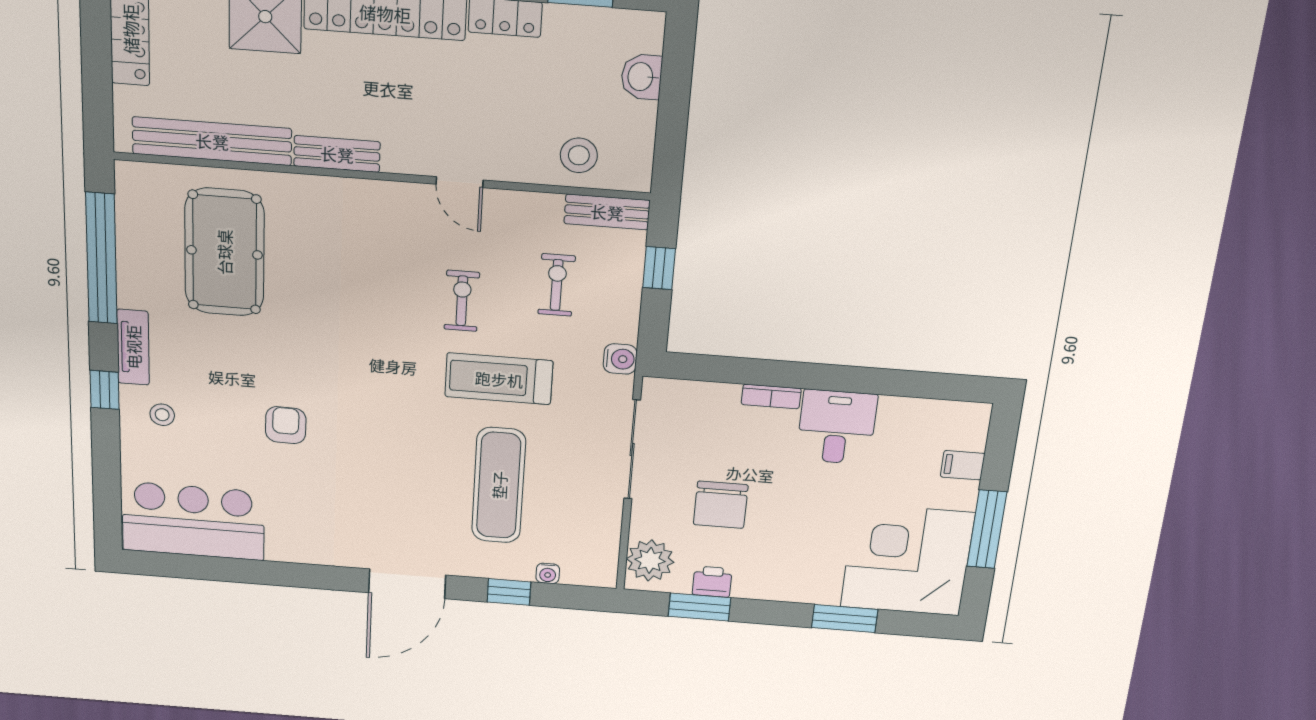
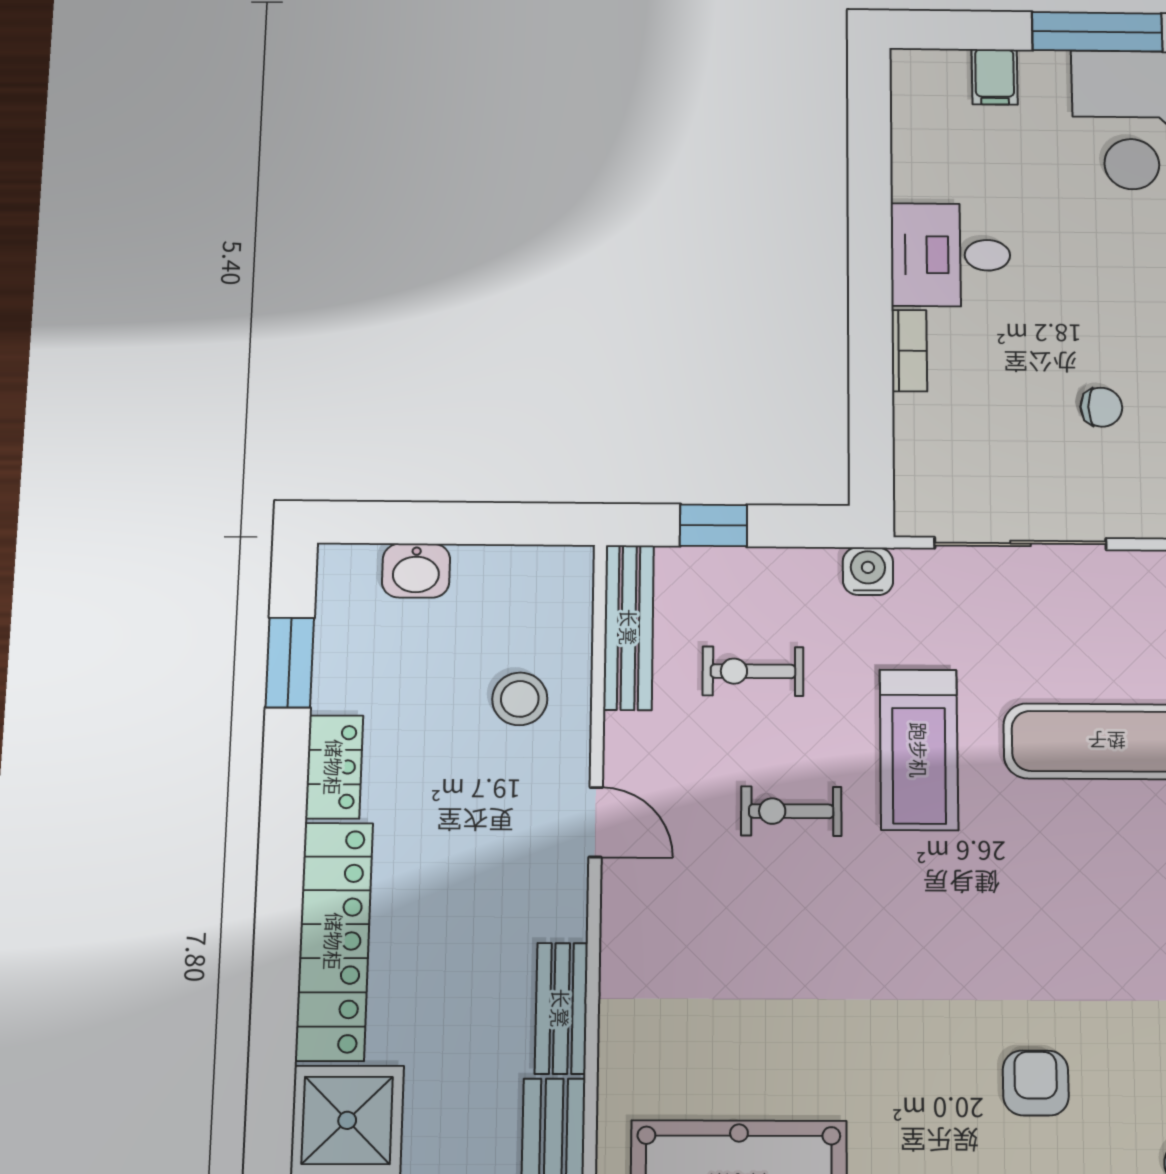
stool: (579, 155) -> (520, 699), moved
door: (460, 182) -> (596, 822), hinge flipped
bench: (607, 212) -> (629, 627), width x1.36
armchair: (286, 425) -> (1036, 1083), turned 89
chair: (721, 505) -> (1101, 407), width x0.54, depth x0.54

